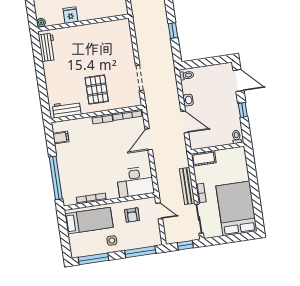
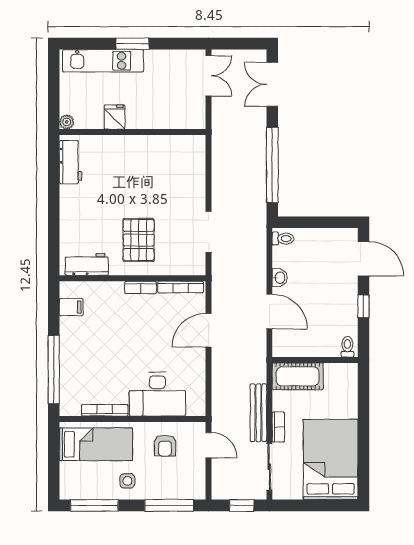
window: (173, 31) -> (272, 165), width x3.17
cot: (204, 158) -> (298, 376), width x1.37, depth x1.34
desk: (135, 182) -> (157, 394), moved

